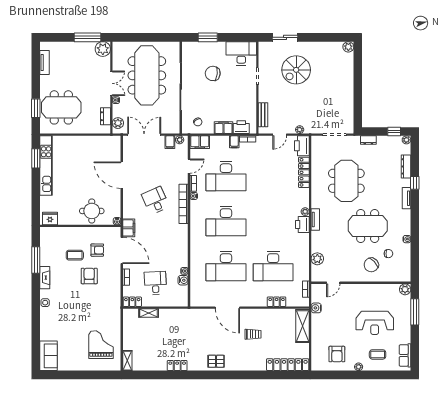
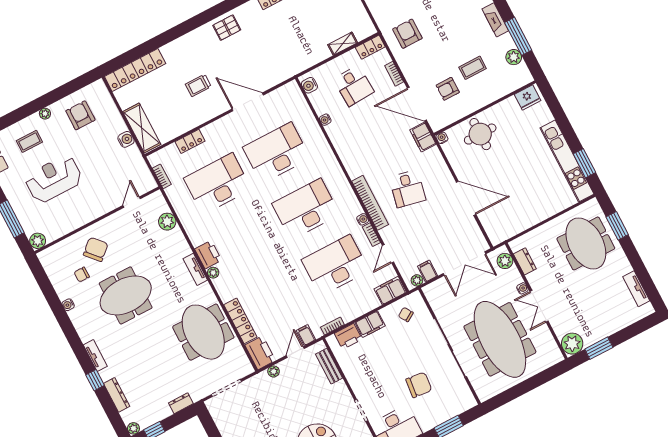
window: (88, 37) -> (599, 348), width x0.69
meeting table: (61, 107) -> (586, 243), turned 90
filing cabinet: (234, 142) -> (306, 335), moved
meeting table: (346, 181) -> (203, 332), moved
desk: (155, 201) -> (408, 189), turned 36
plant: (45, 248) -> (514, 57), added
armchair: (89, 276) -> (407, 34), moved, turned 180
water cooler: (183, 280) -> (309, 85), moved
water cooler: (316, 308) -> (126, 139), moved

